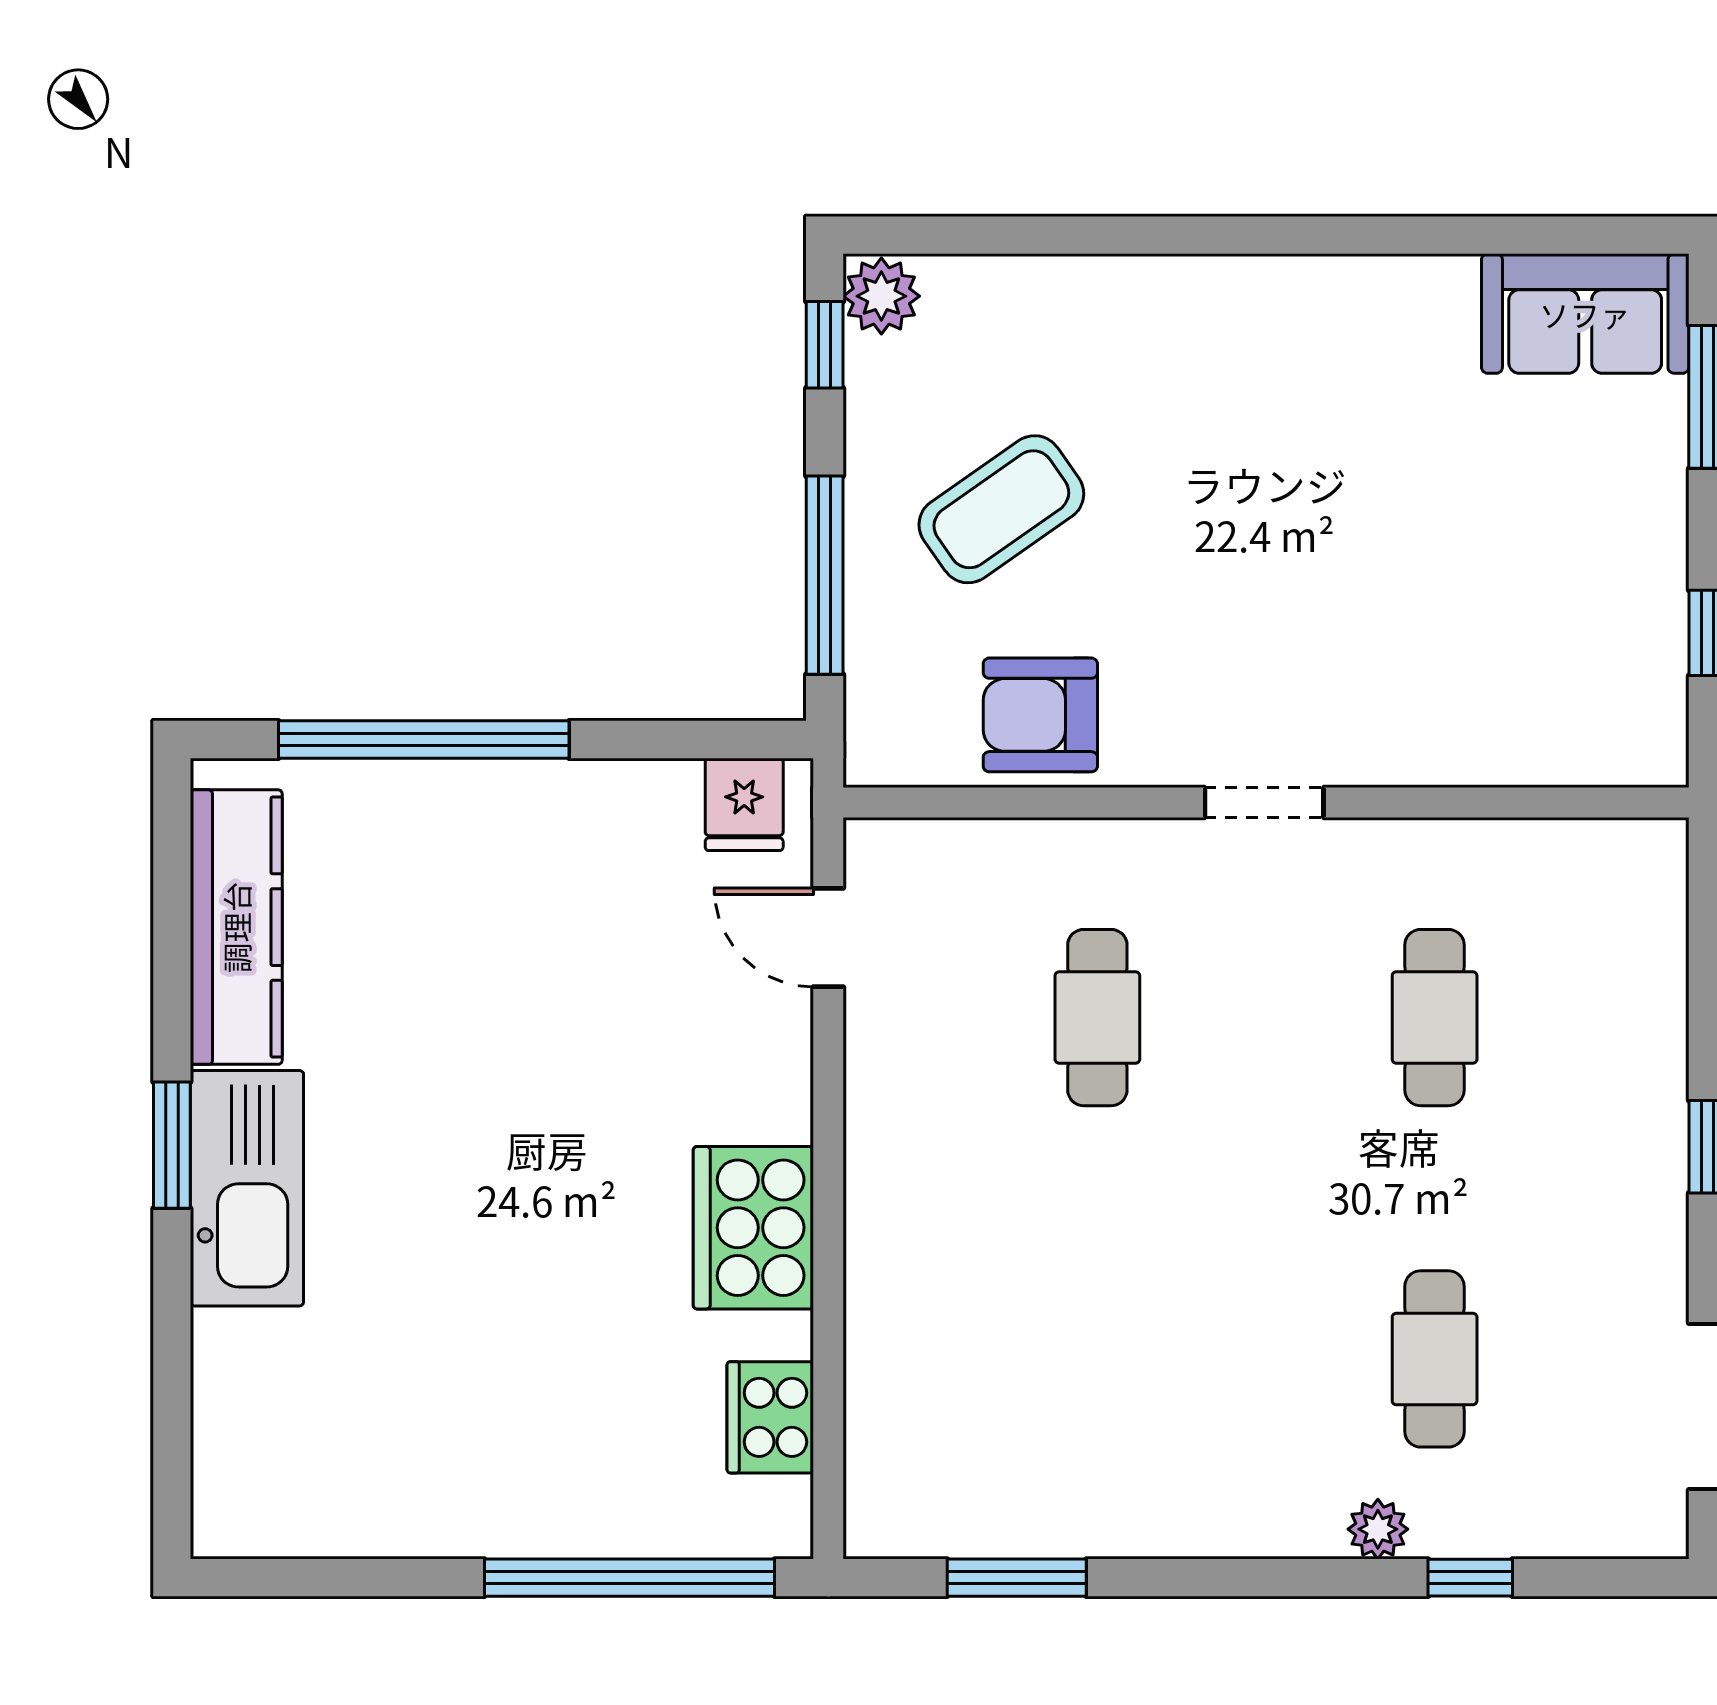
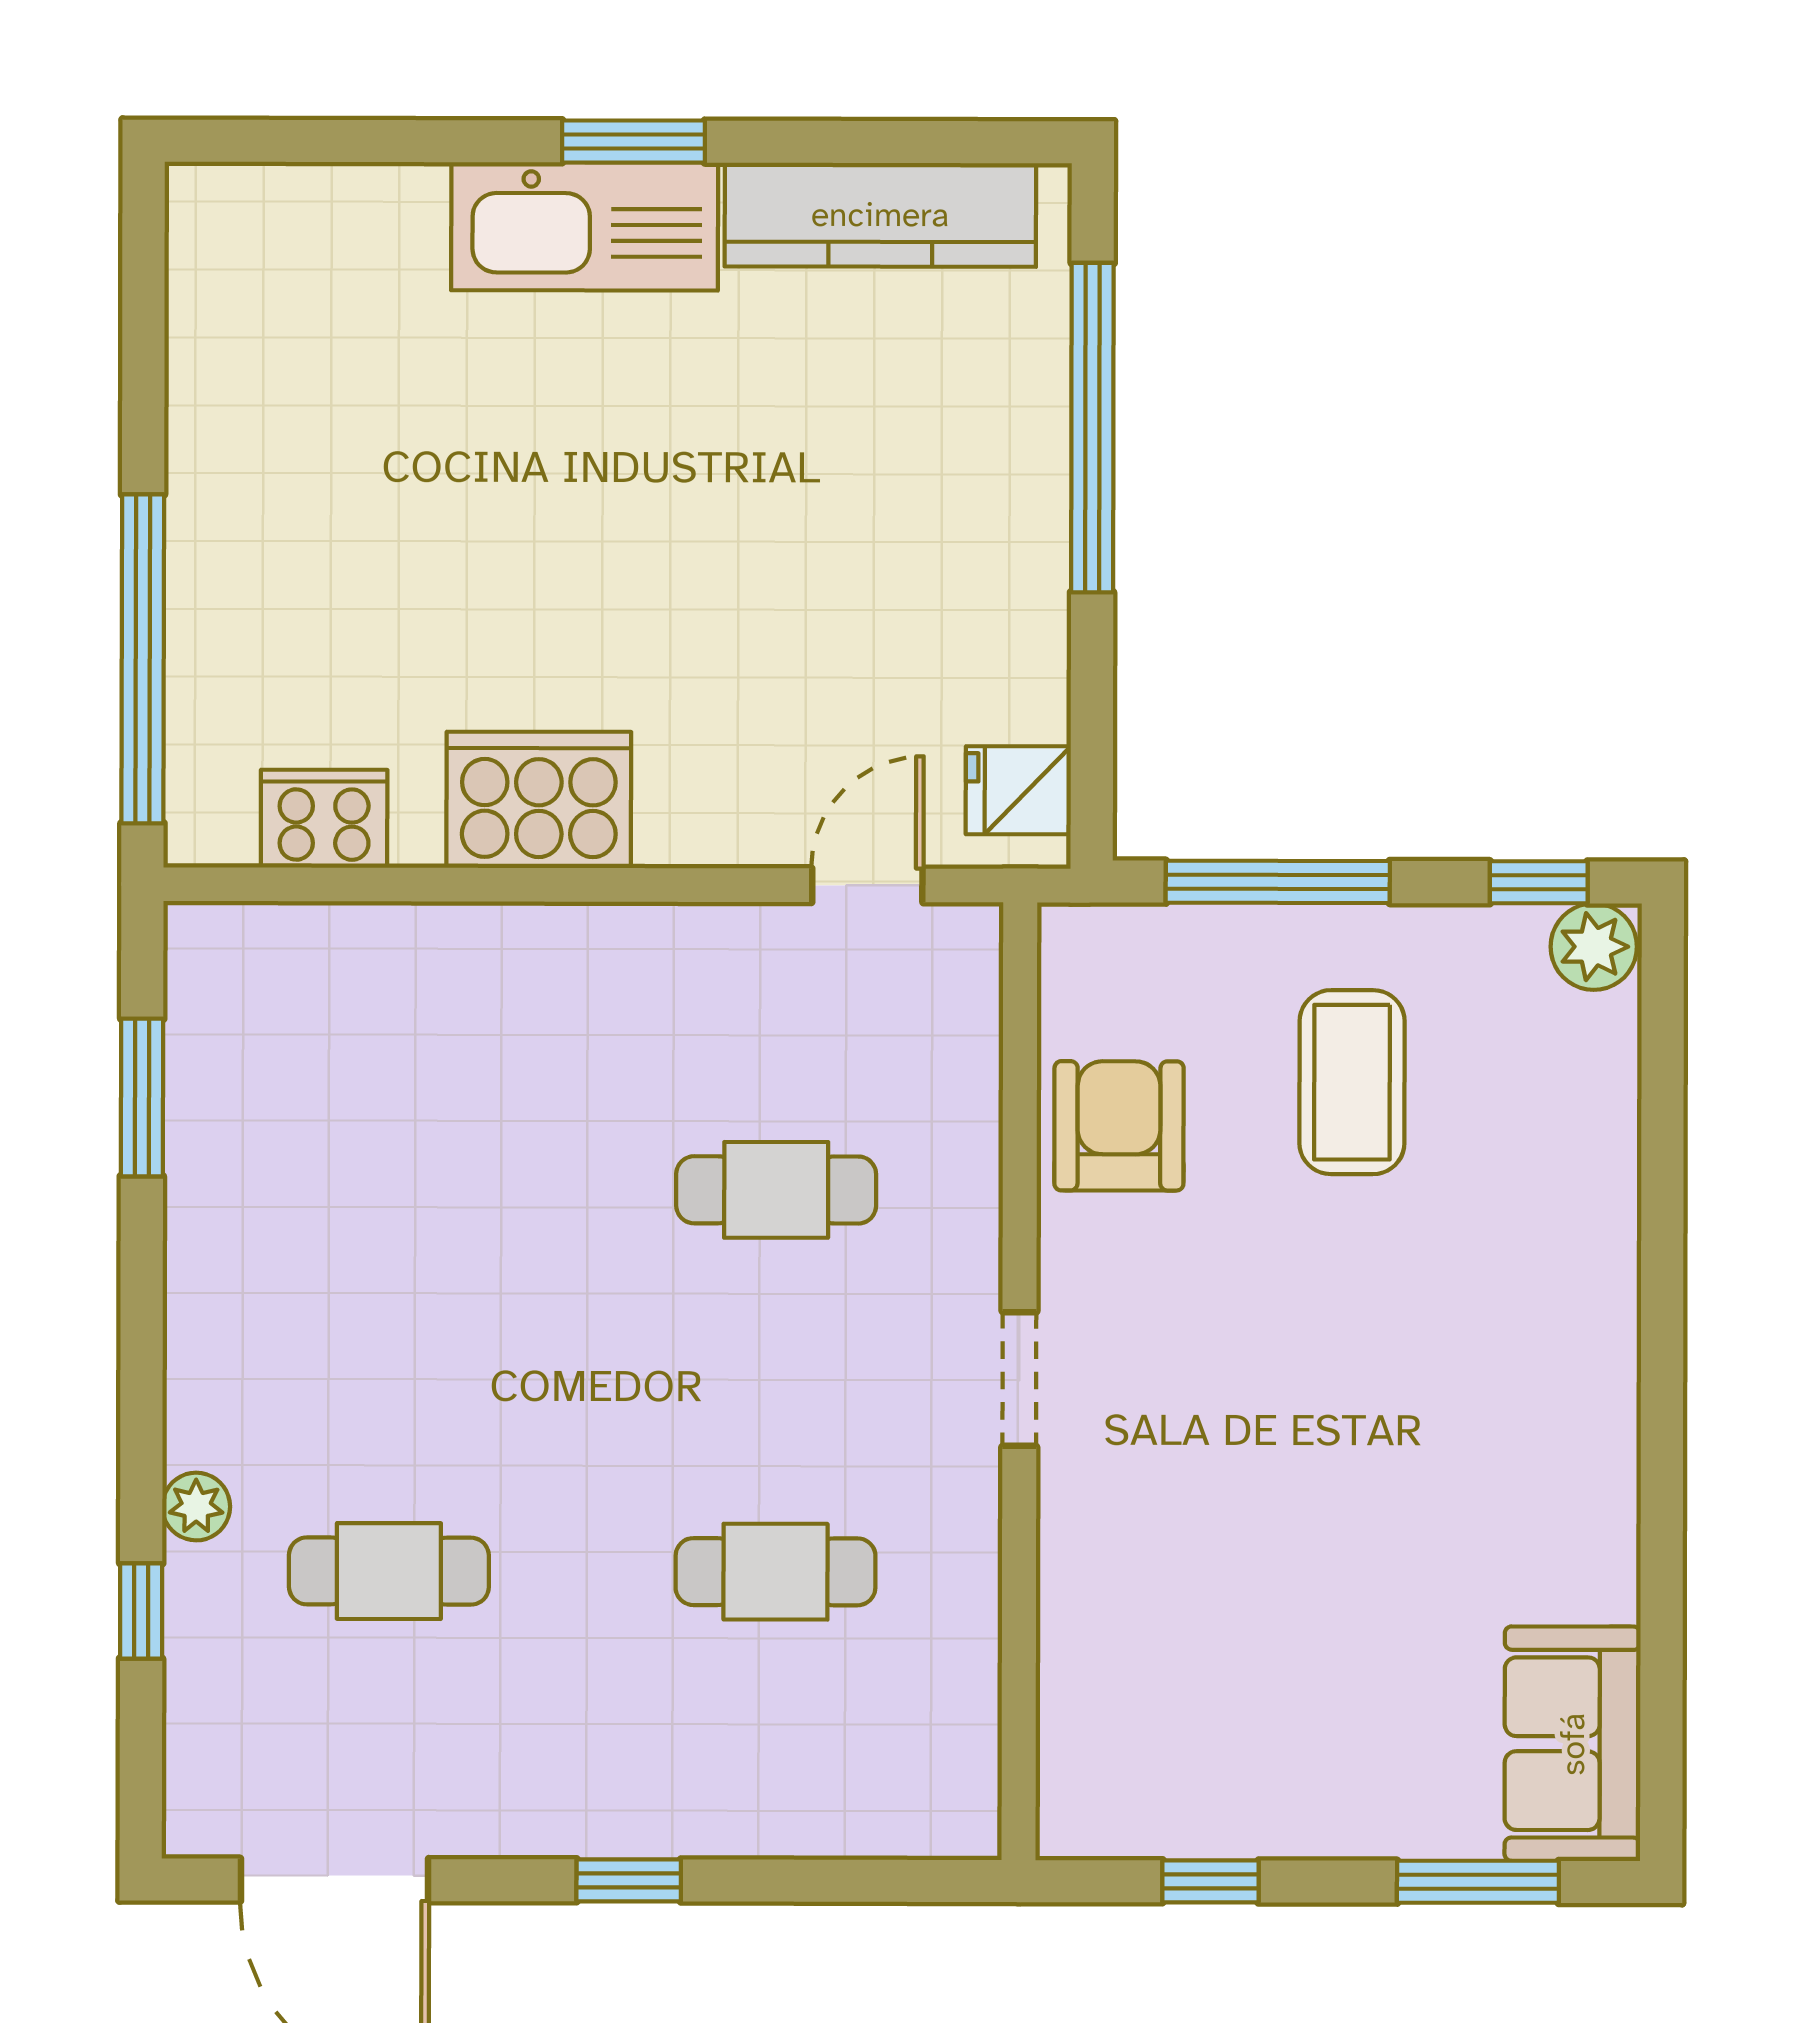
coffee table: (1001, 509) -> (1352, 1082), turned 35

